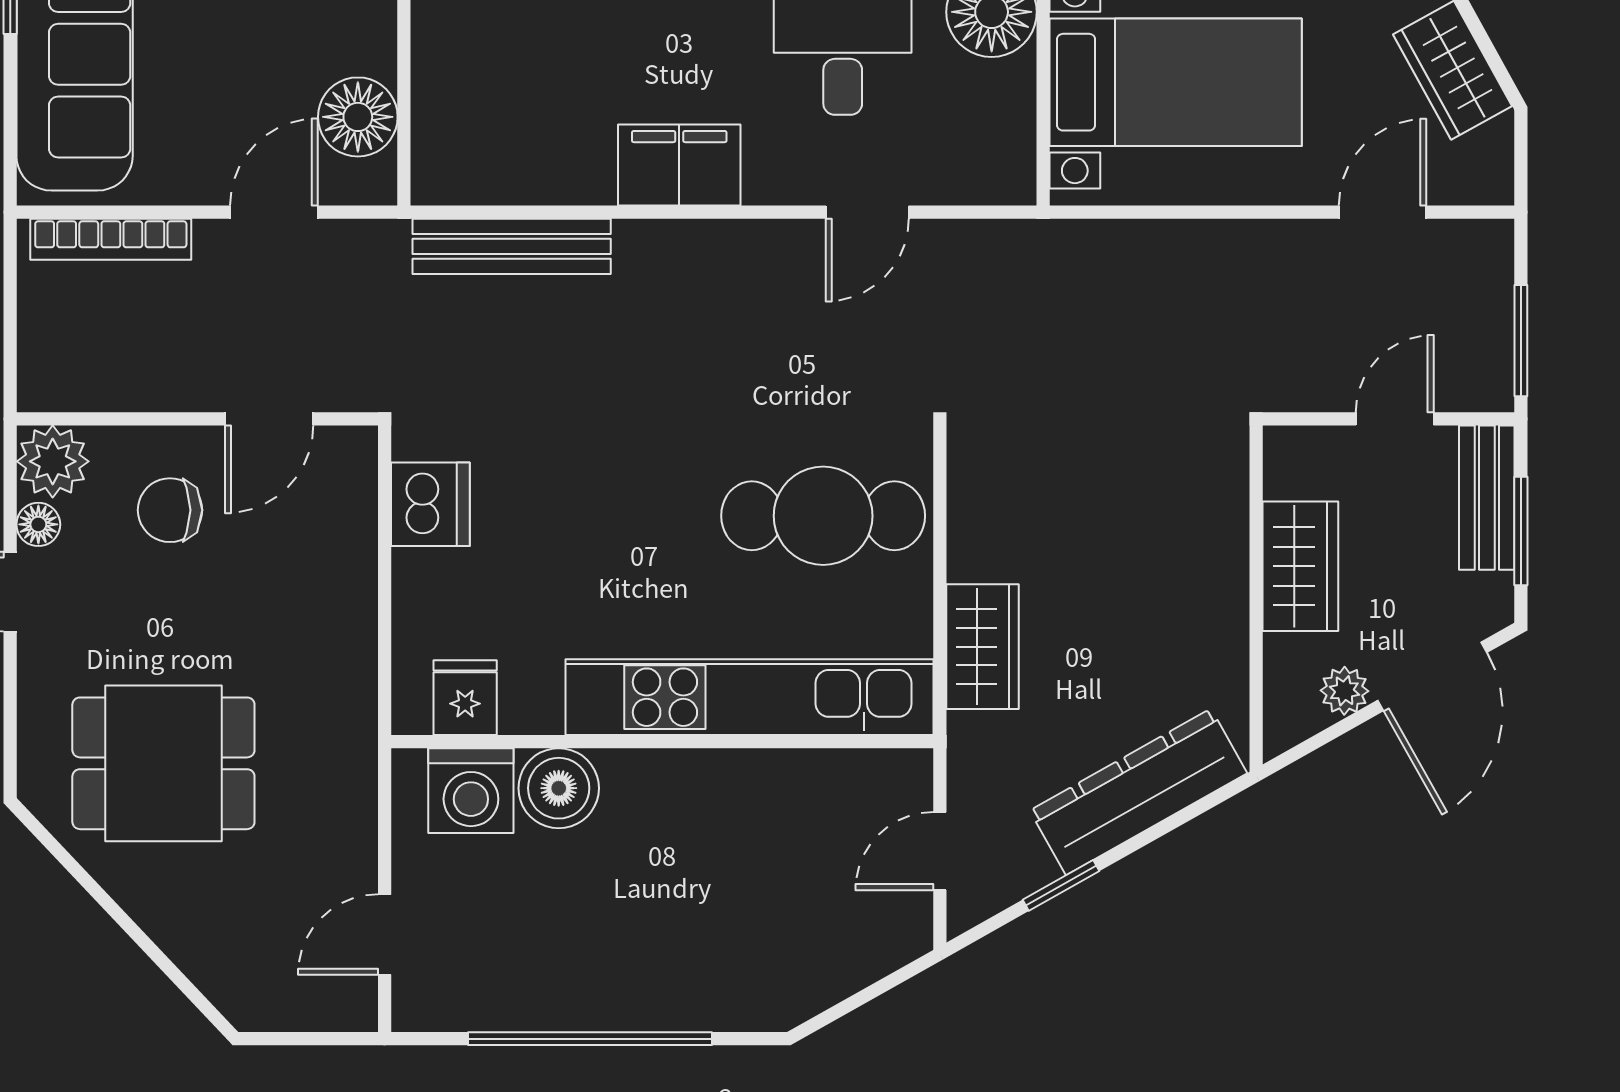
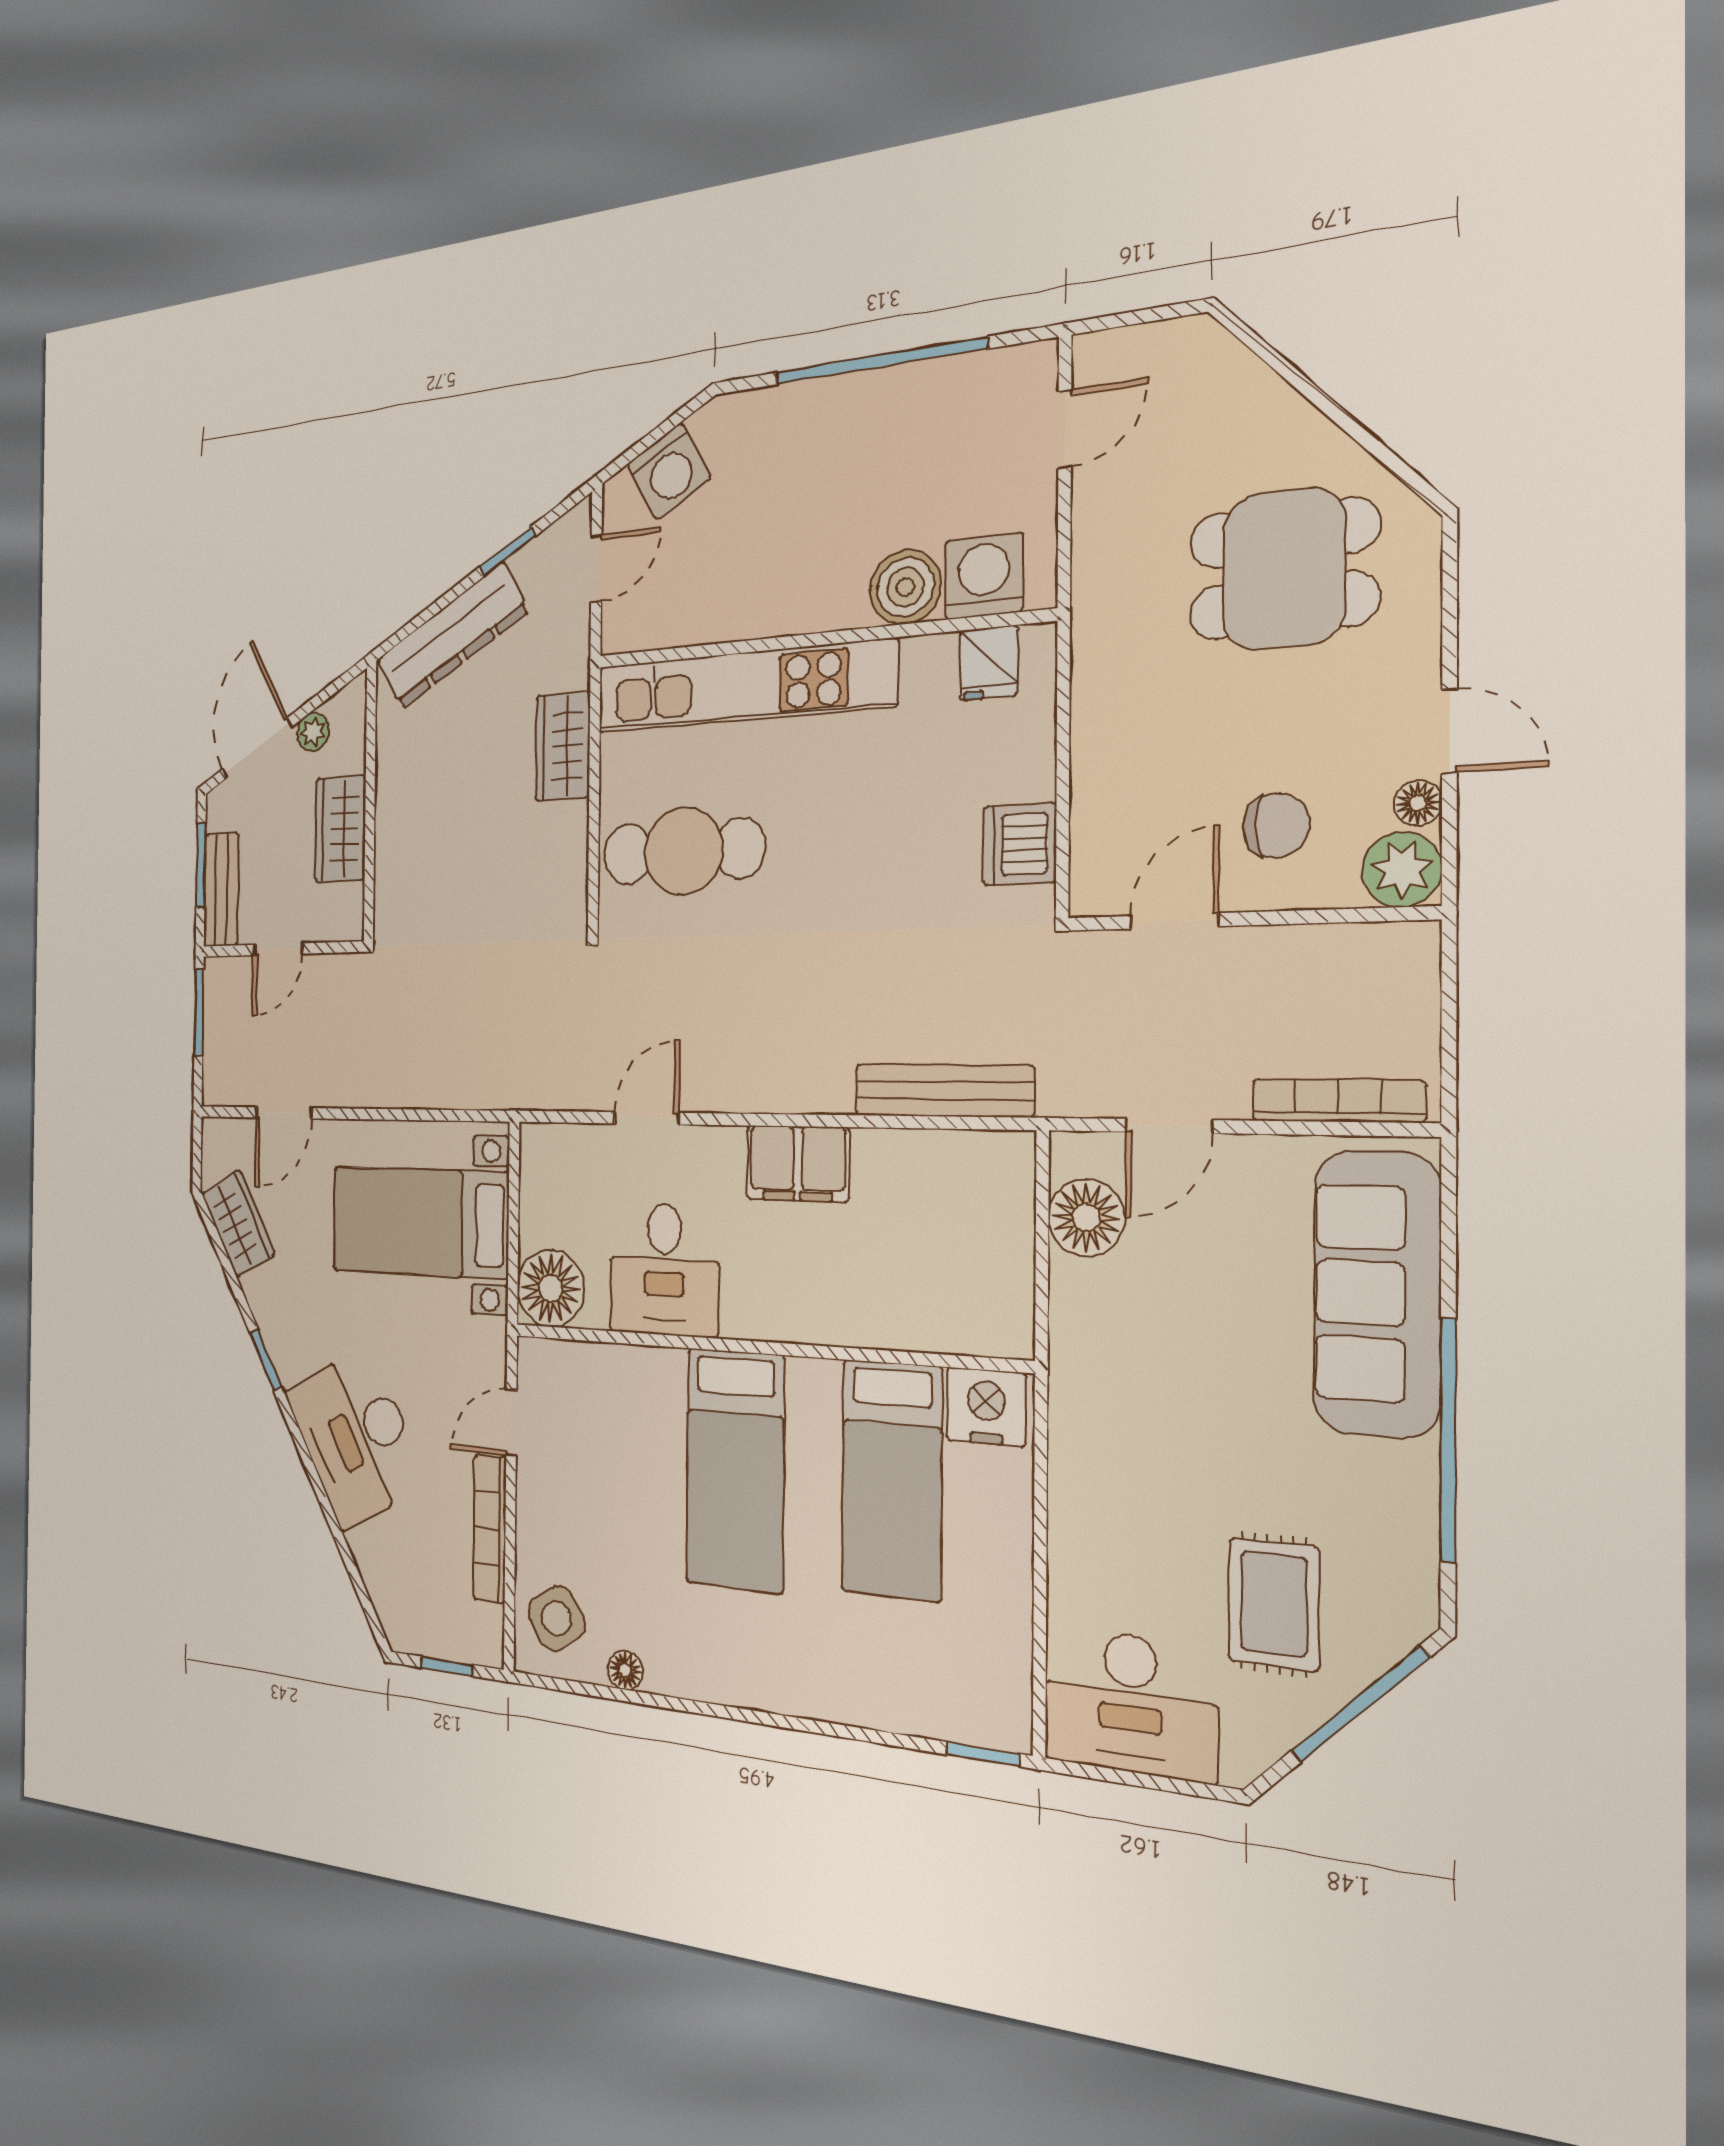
washing machine: (846, 953) -> (669, 471), added

